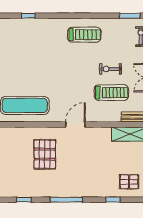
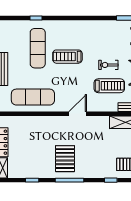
treadmill: (84, 35) -> (67, 57), moved, turned 180
exercise mat: (30, 50) -> (38, 48), added
pallet: (45, 154) -> (65, 159), moved

